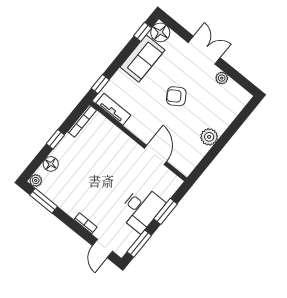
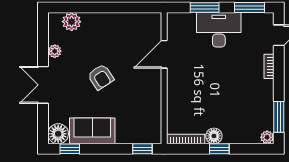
tv unit: (113, 109) -> (155, 121), removed
plant: (209, 137) -> (72, 22), moved
floor lamp: (51, 164) -> (214, 136), moved

